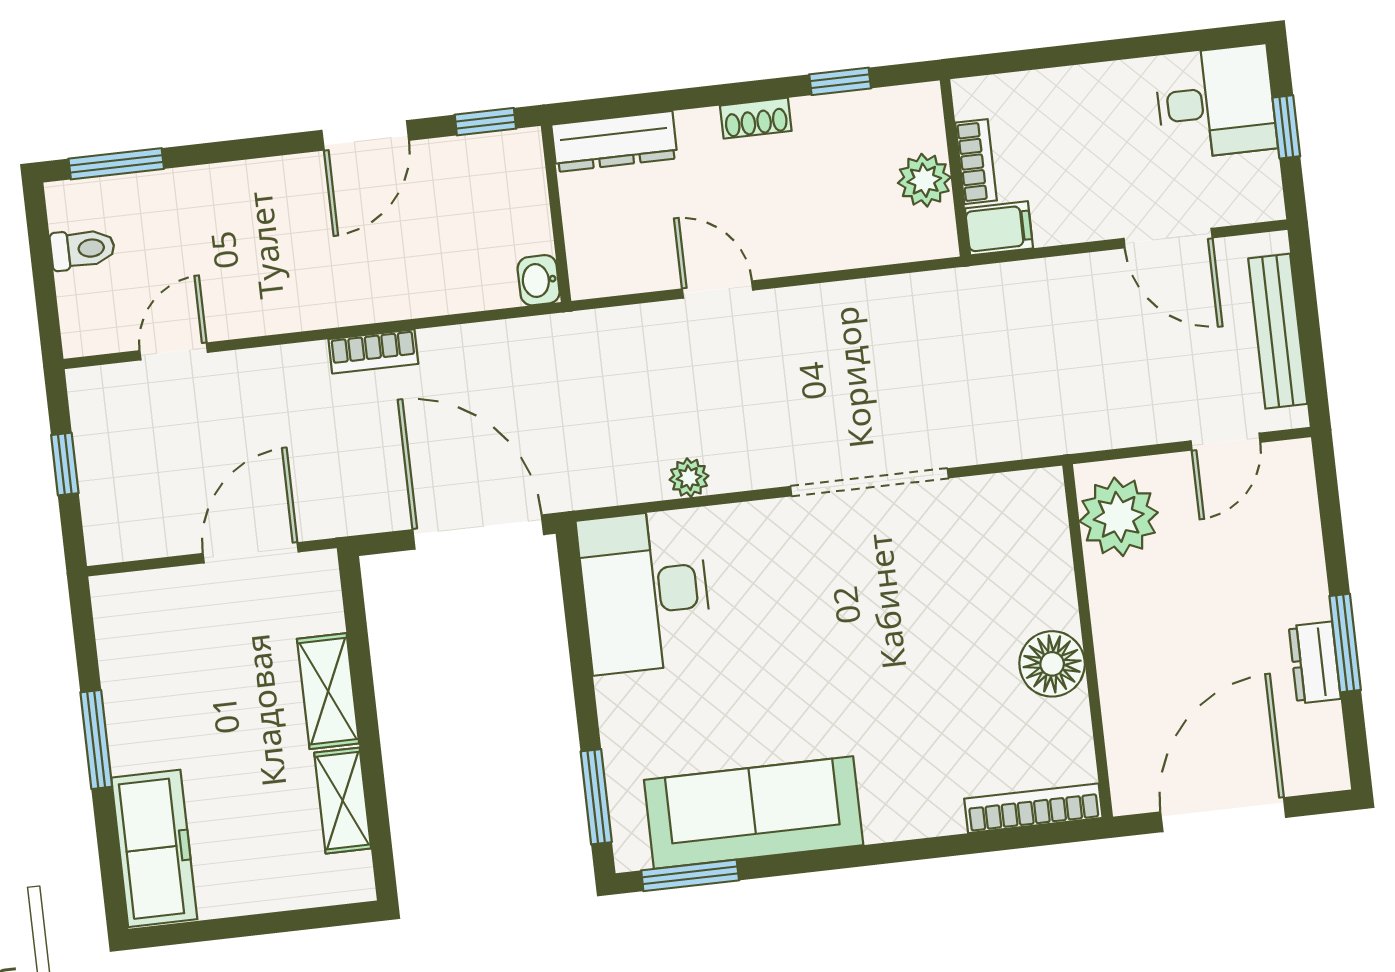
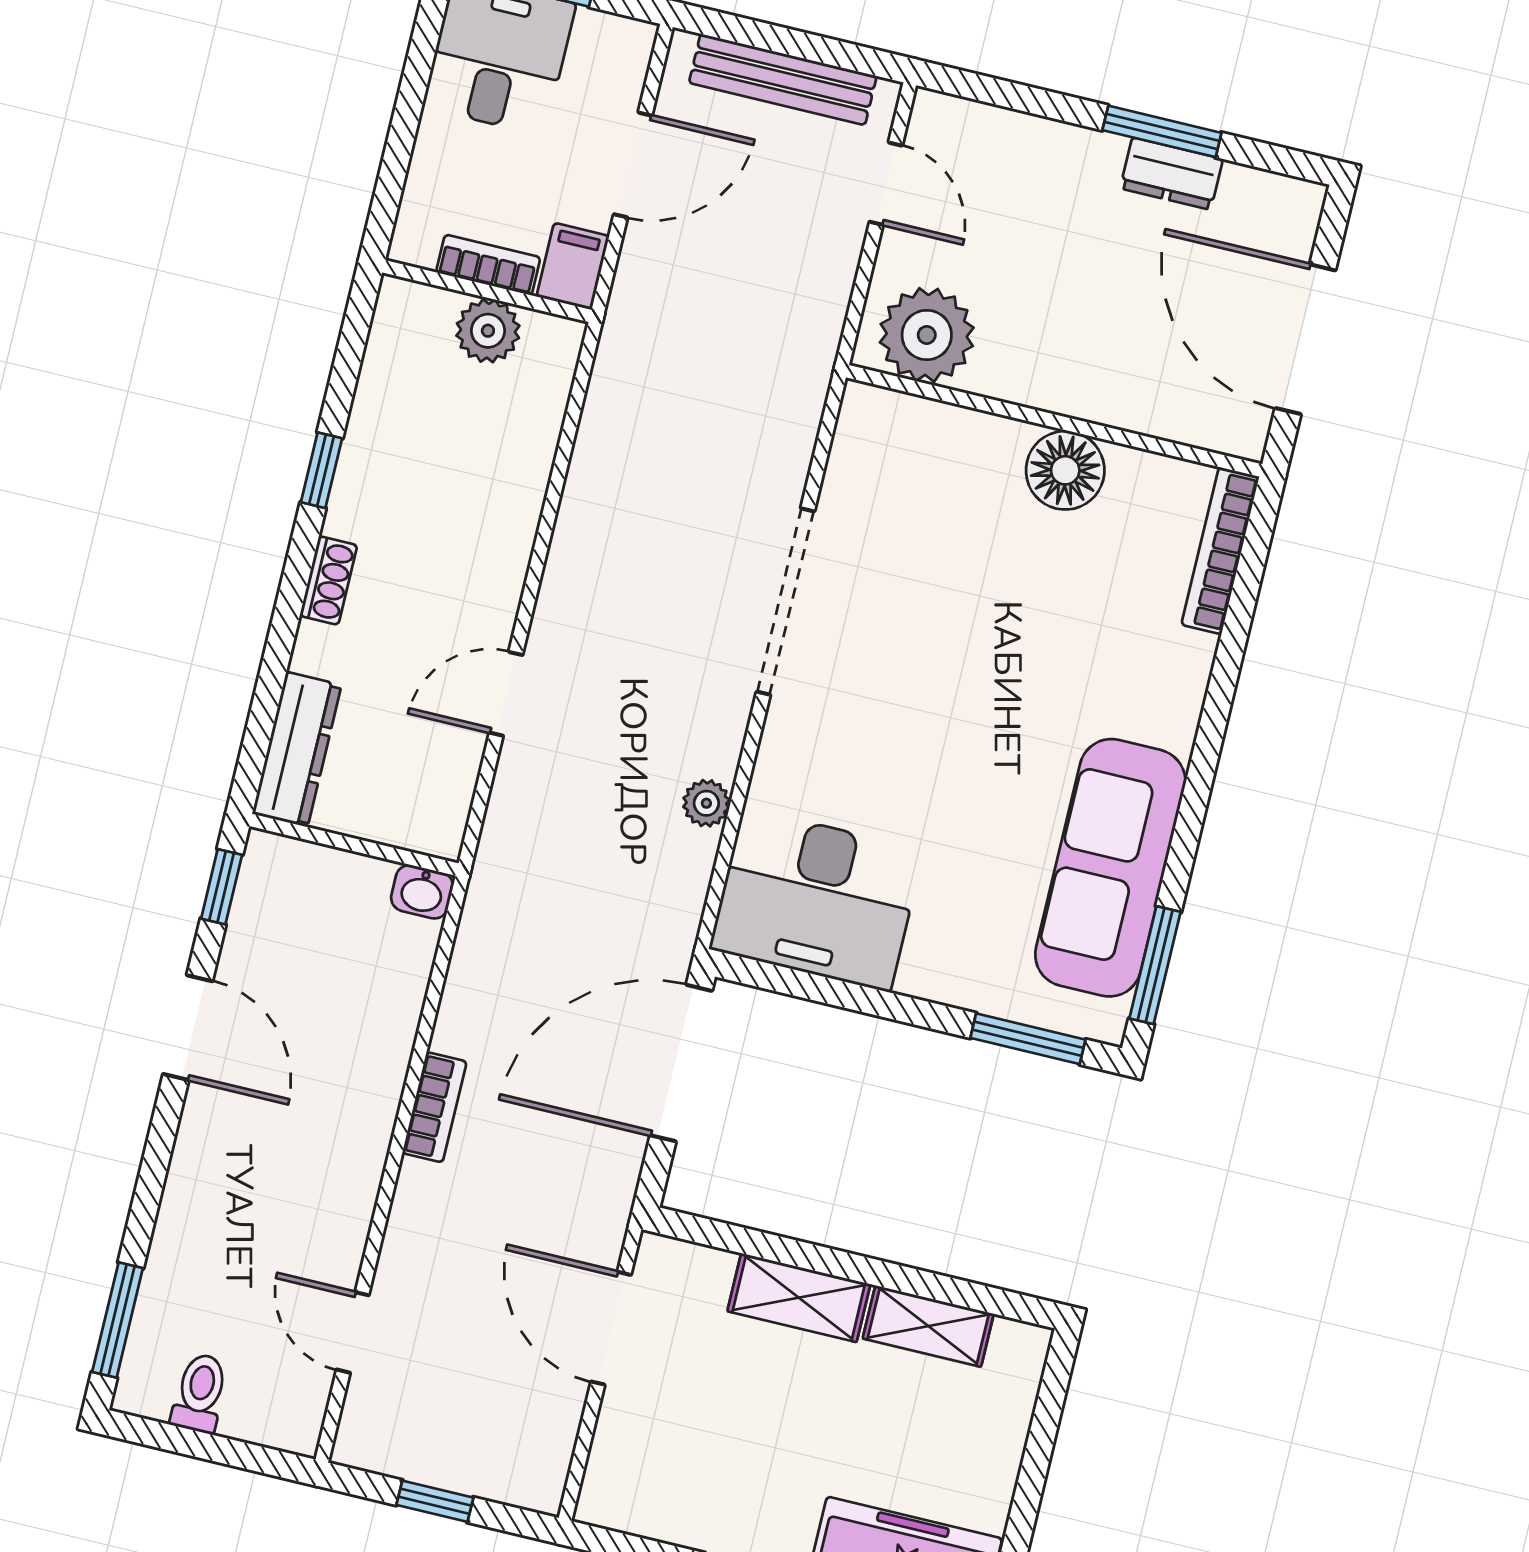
bookcase: (976, 162) -> (488, 265), moved
wall: (955, 168) -> (487, 291), moved
plant: (924, 180) -> (488, 331), moved
filing cabinet: (999, 228) -> (573, 266), moved

